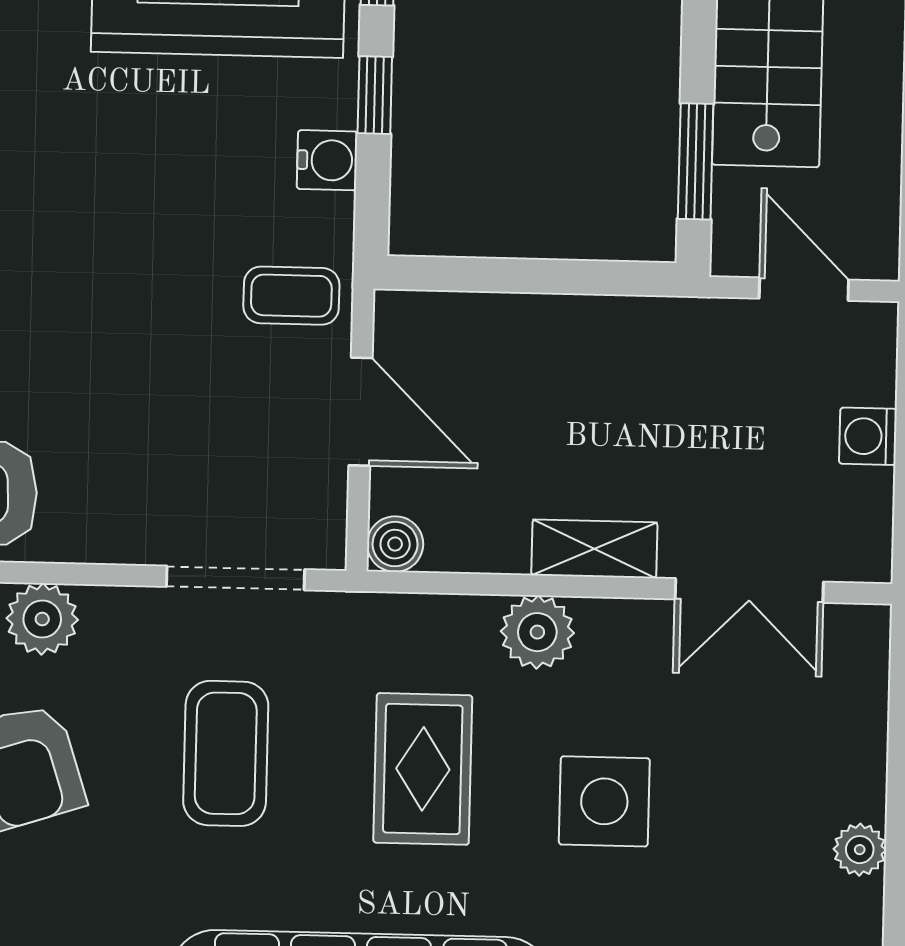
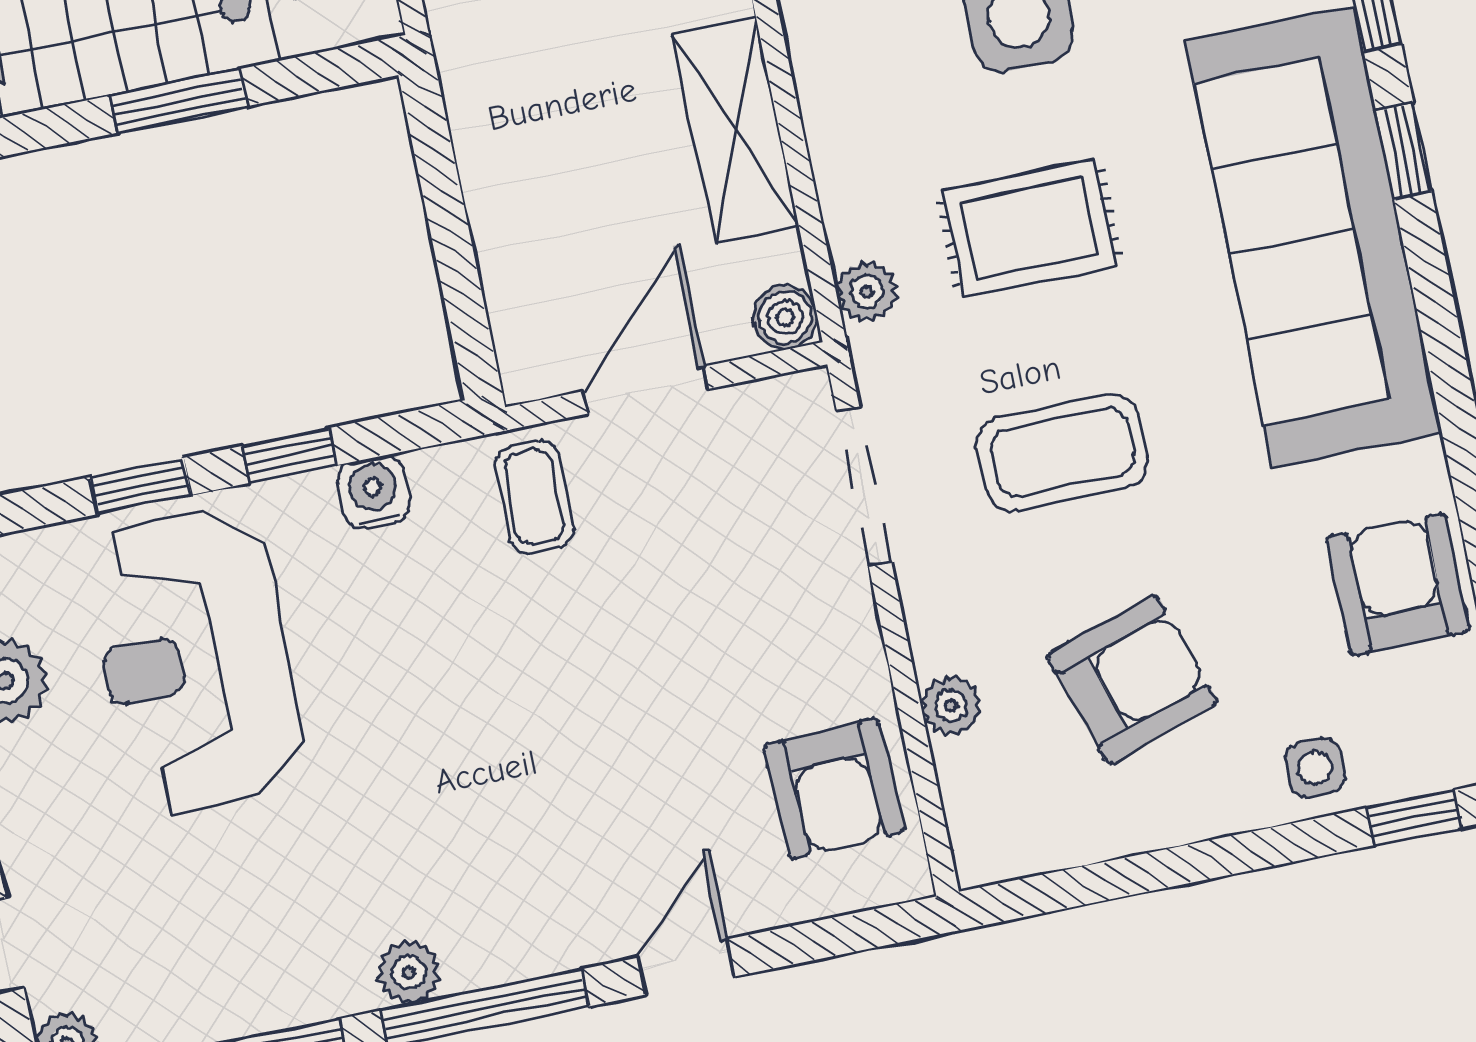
window: (696, 161) -> (179, 101), moved
shelving: (594, 549) -> (736, 130), width x1.50, depth x1.33
plant: (42, 619) -> (951, 705), width x0.73, depth x0.73
plant: (537, 632) -> (867, 292), moved, width x0.73, depth x0.73

